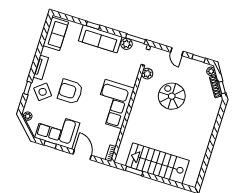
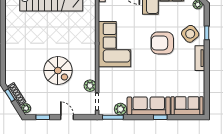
sofa: (56, 34) -> (187, 106), moved, turned 90
armchair: (70, 92) -> (162, 43), turned 180

